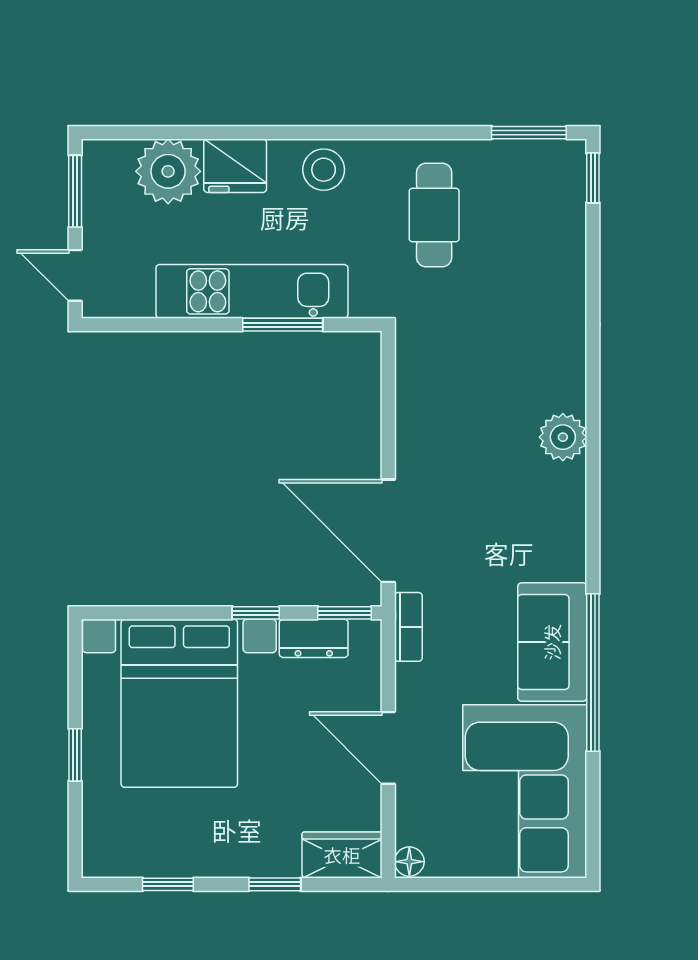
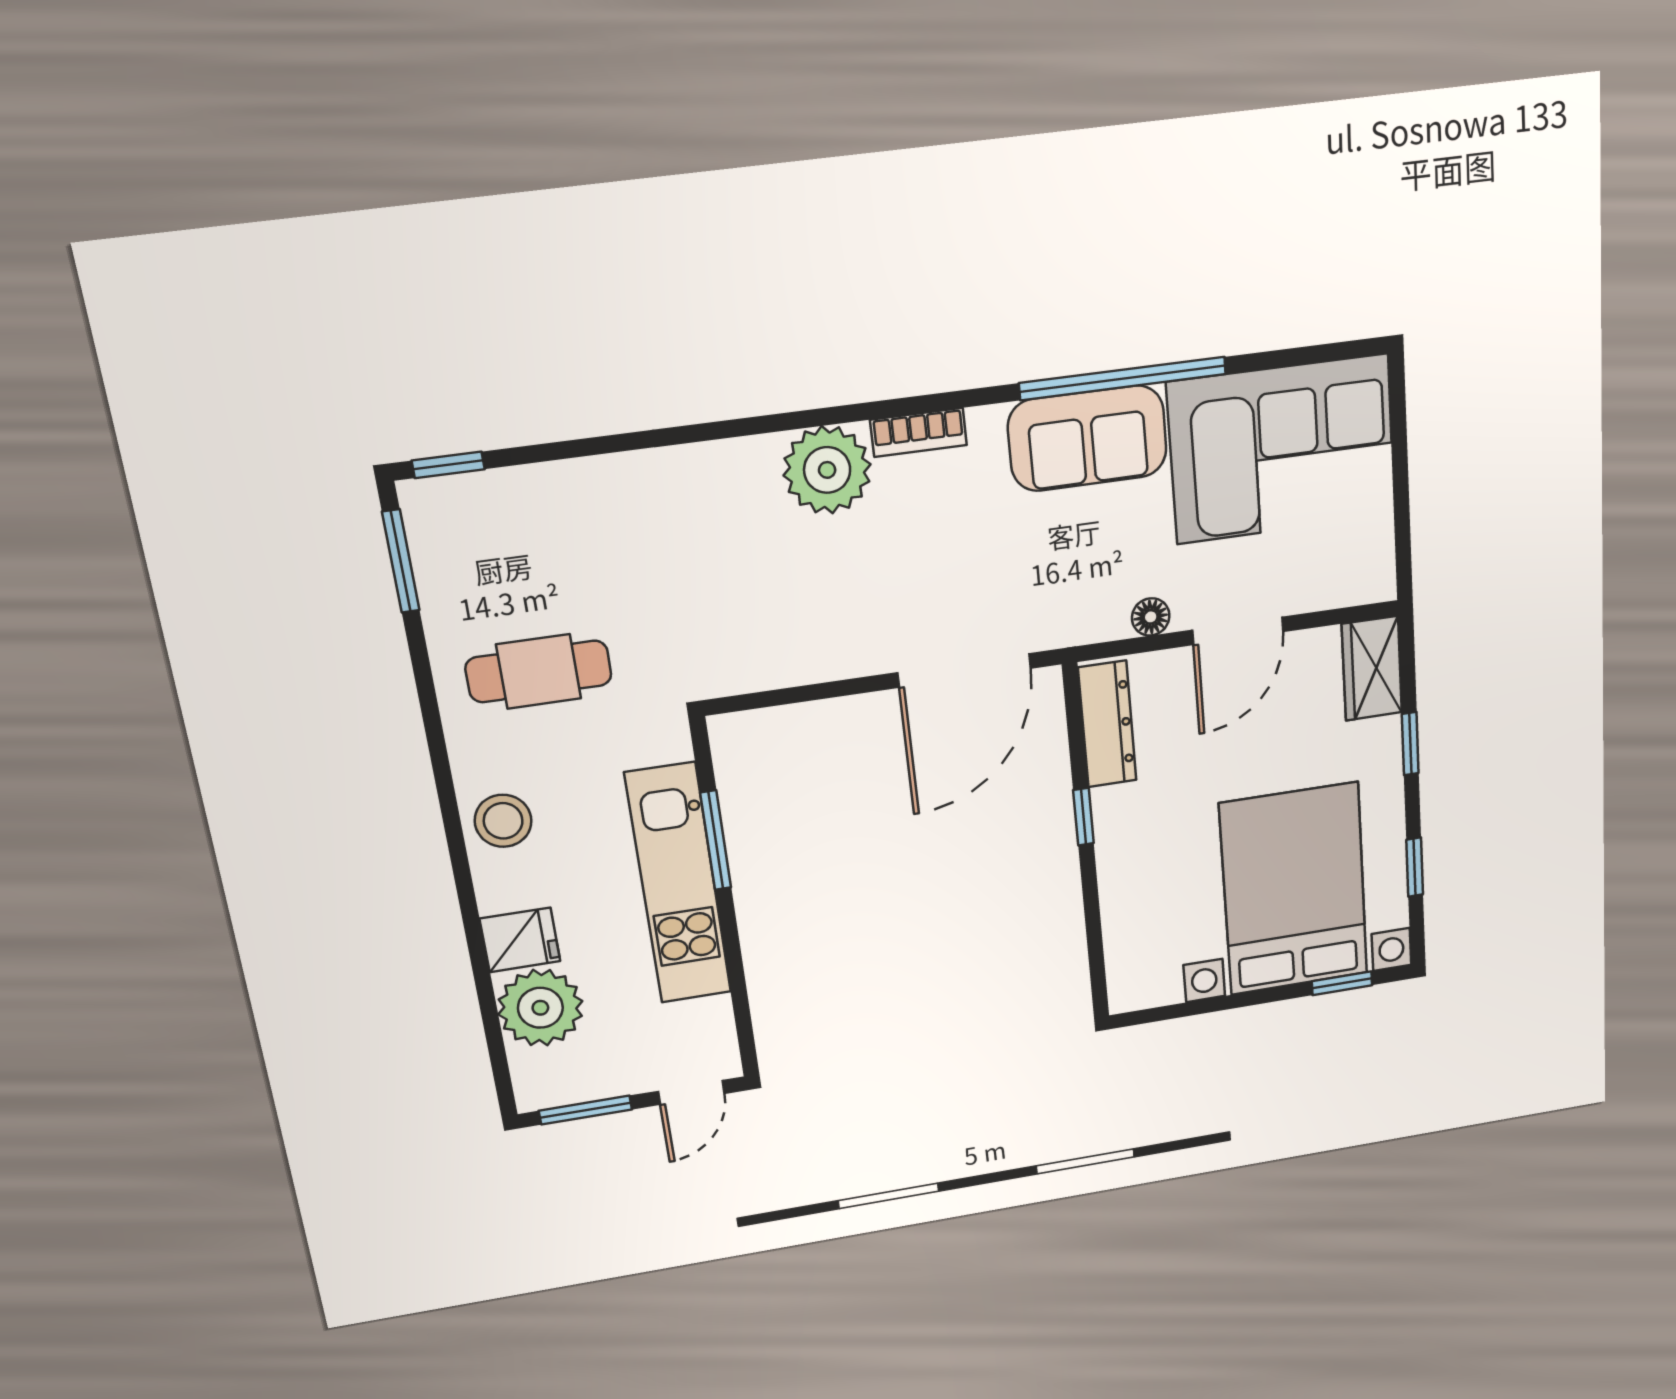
fridge: (235, 166) -> (520, 940), width x0.72
plant: (563, 437) -> (827, 470), width x1.36, depth x1.36
window: (345, 613) -> (1074, 709), removed
bookcase: (408, 627) -> (919, 432), moved, turned 180
dresser: (314, 638) -> (1107, 724), width x1.44
bed with nightstands: (179, 703) -> (1294, 889), moved, turned -90
window: (75, 755) -> (1342, 983), moved
floor lamp: (409, 862) -> (1151, 617), moved

